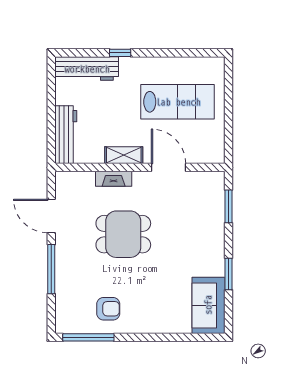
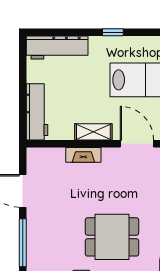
window: (120, 53) -> (113, 32), moved
dining table: (123, 234) -> (112, 237), moved

